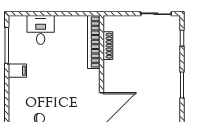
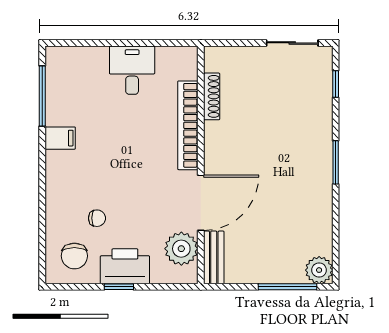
desk: (41, 30) -> (132, 70), moved
bookcase: (94, 42) -> (188, 125), moved

